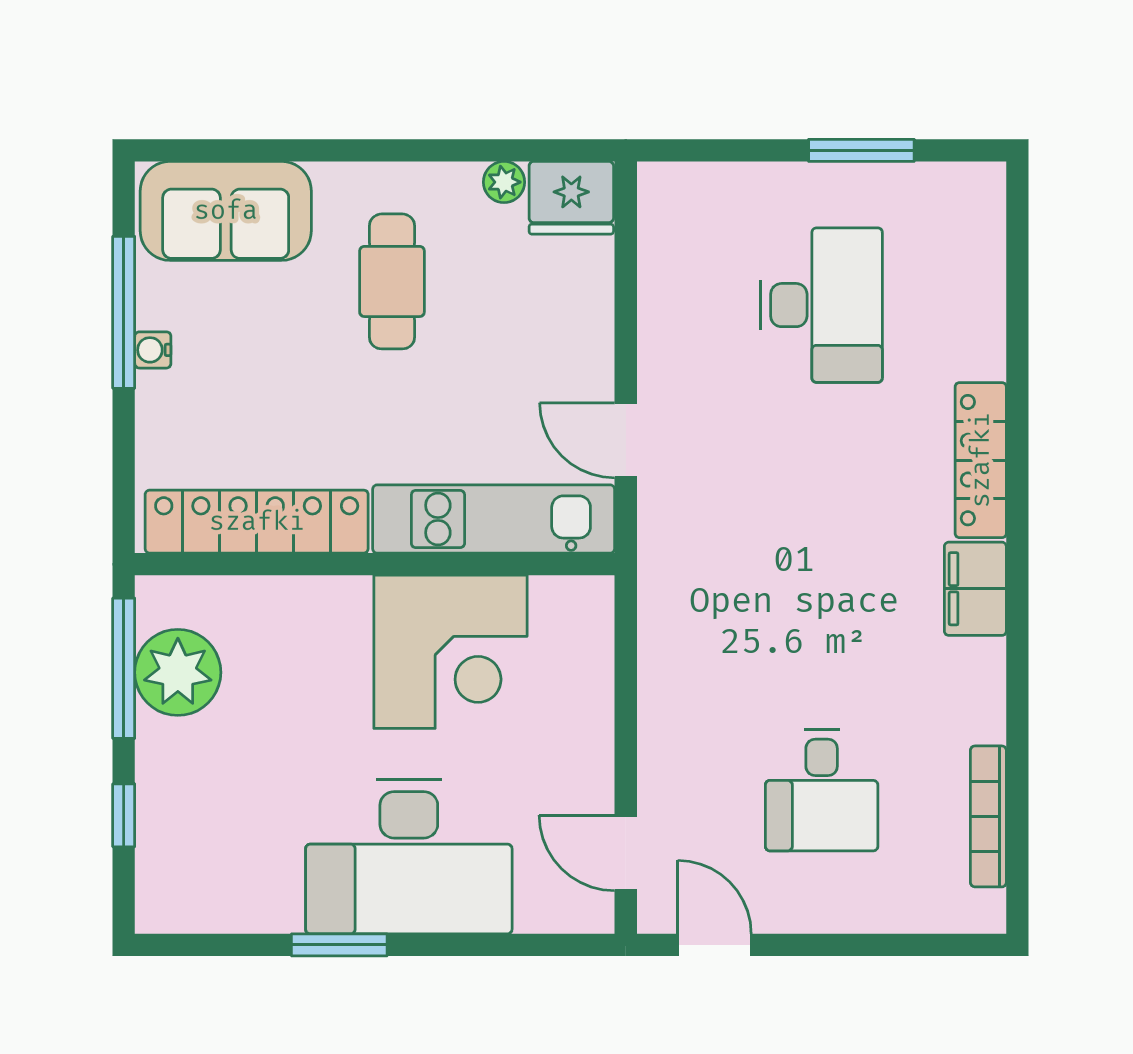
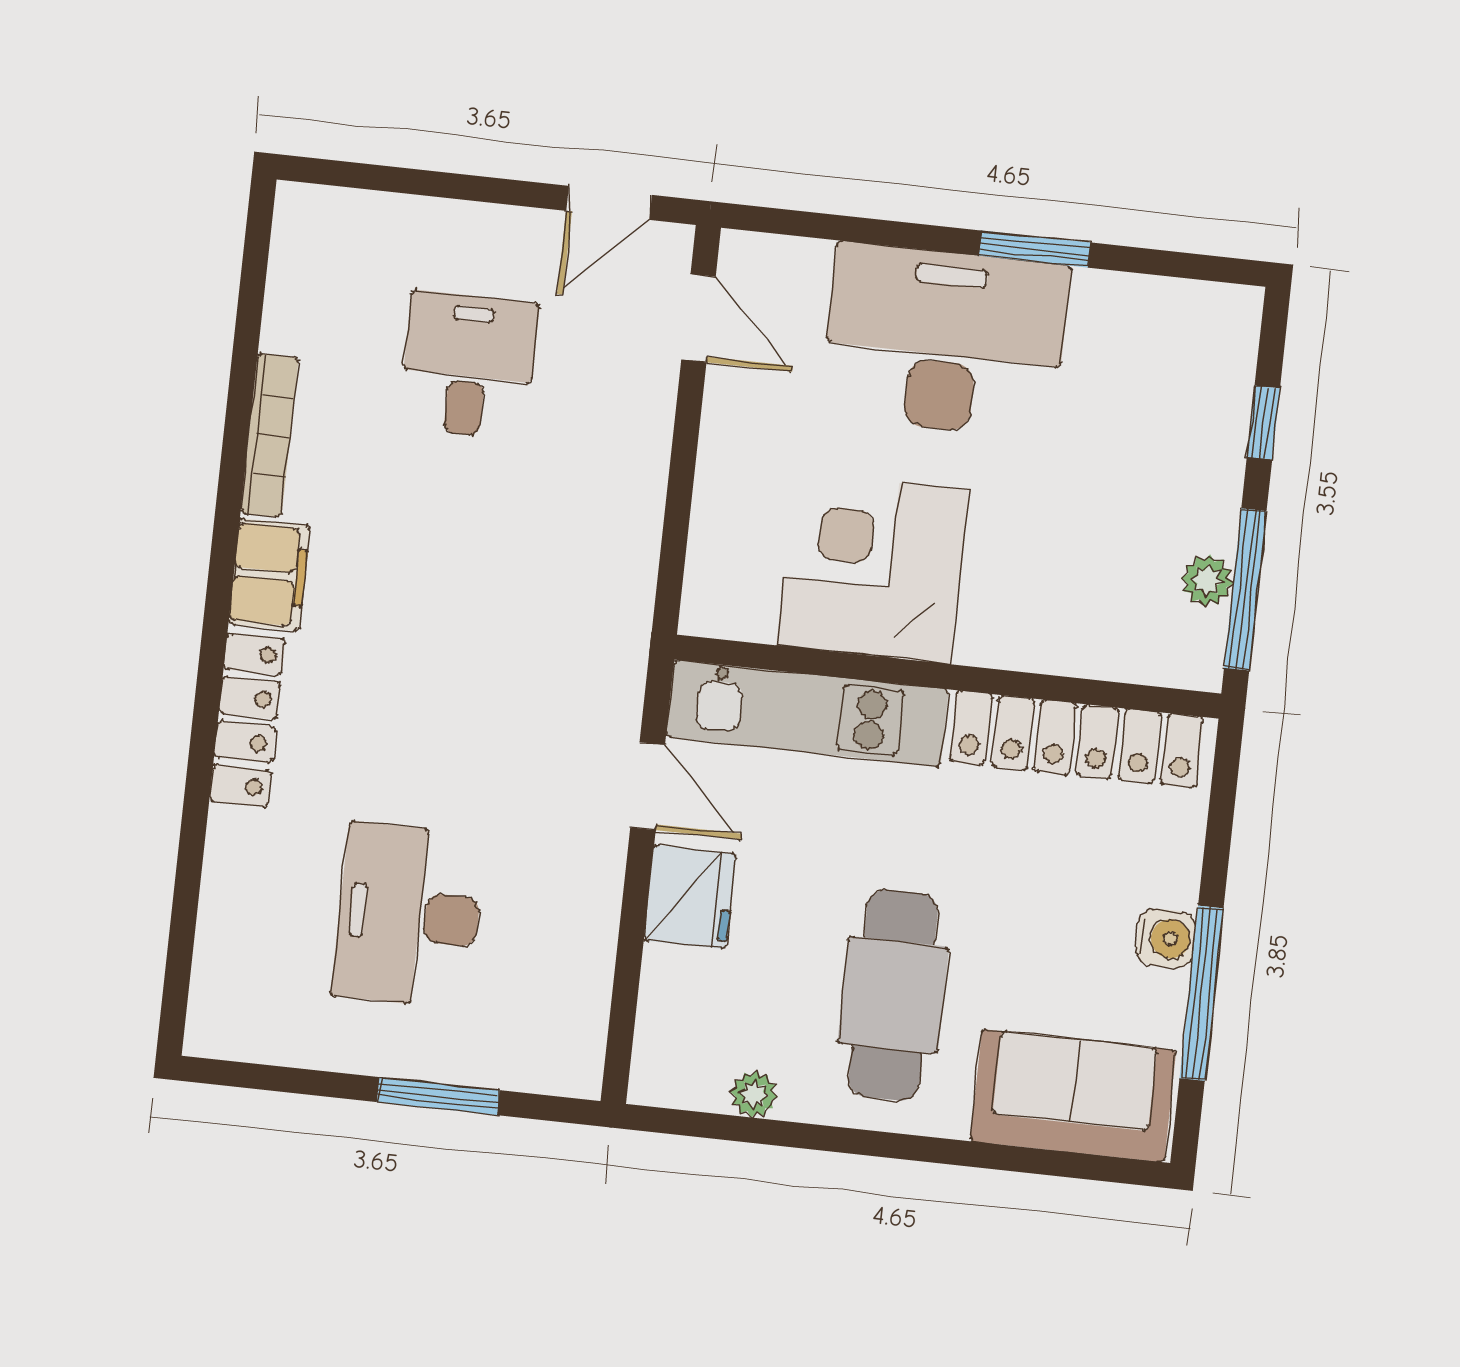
window: (861, 150) -> (438, 1096), moved
fridge: (571, 198) -> (690, 897), moved, turned 90
cafe table: (392, 281) -> (893, 995), width x1.37, depth x1.35
water cooler: (153, 350) -> (1166, 938), width x1.38, depth x1.38
plant: (178, 672) -> (1207, 581), width x0.53, depth x0.53
bookcase: (988, 816) -> (269, 435), moved
door: (714, 945) -> (609, 203), hinge flipped

